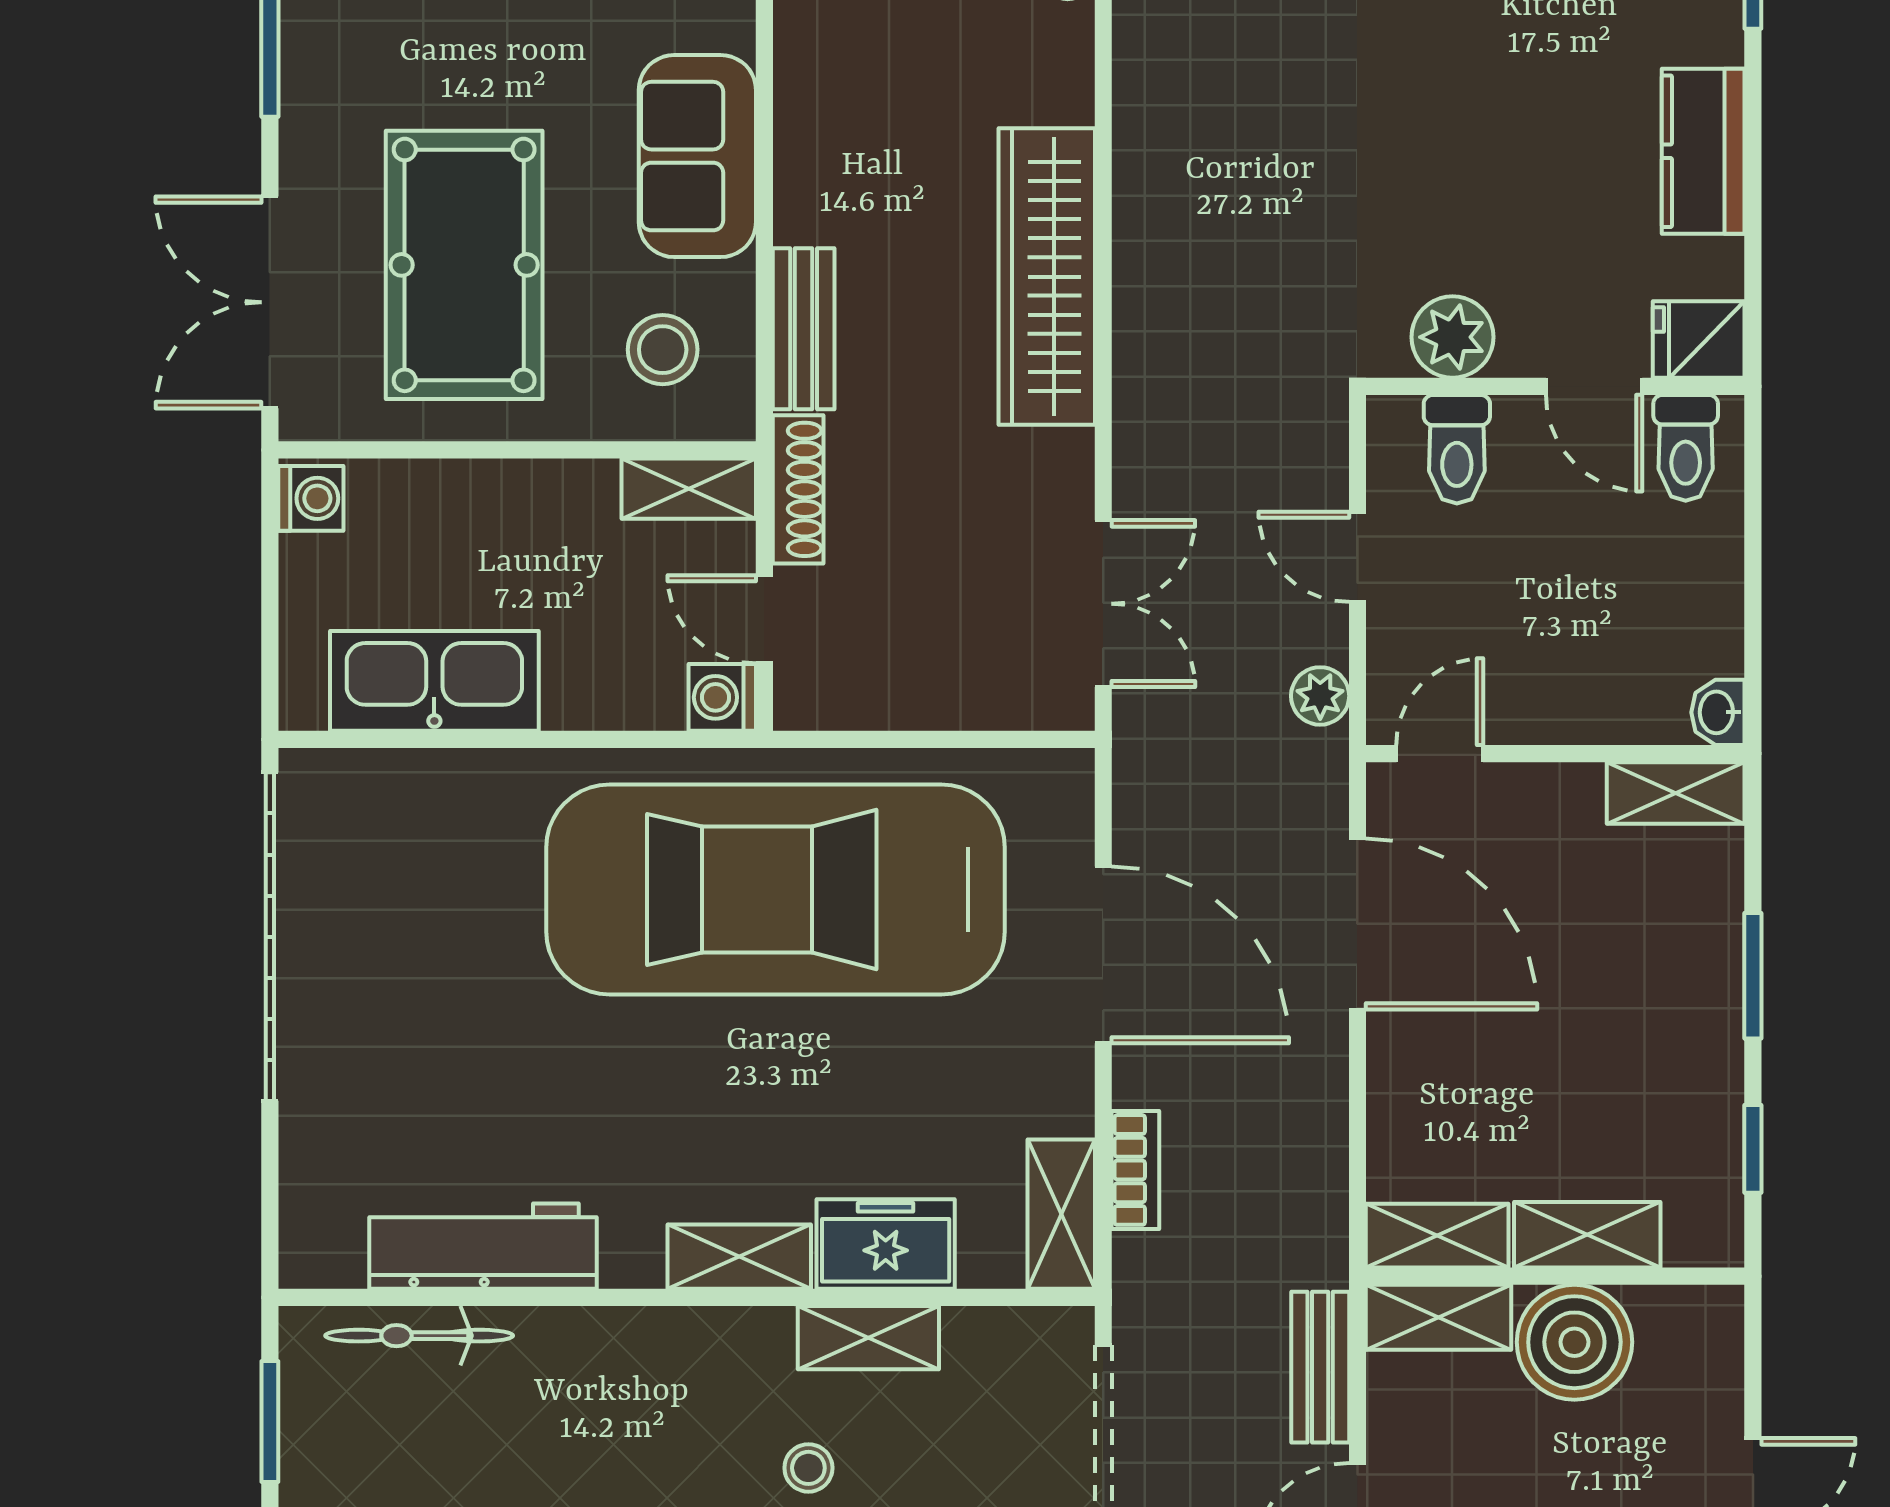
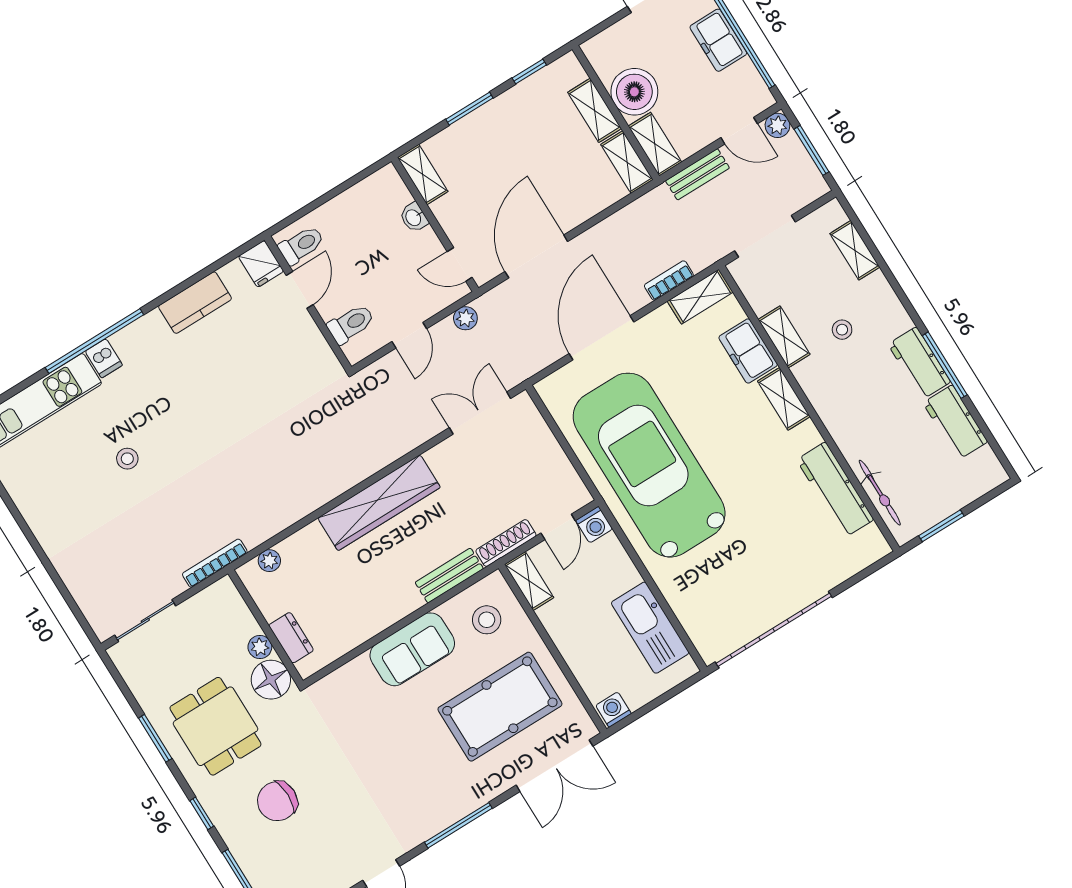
plant: (1453, 337) -> (313, 349), removed
washbasin: (1718, 712) -> (414, 217), moved, turned 90
car: (776, 890) -> (649, 465), turned 180

